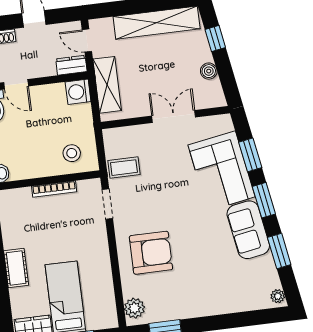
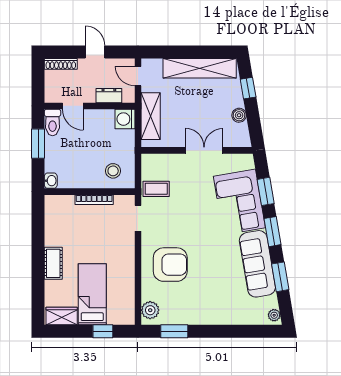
dresser: (71, 65) -> (109, 96), moved
sofa: (248, 230) -> (257, 264), width x1.36

